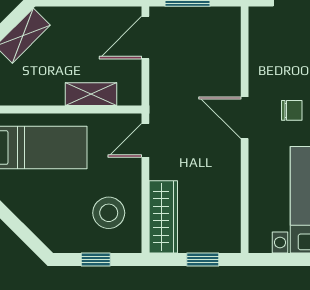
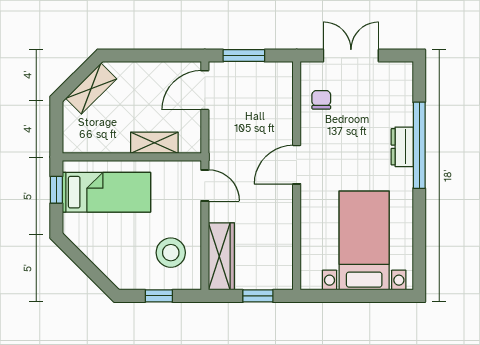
chair: (292, 110) -> (321, 100), moved, turned -90
door: (245, 118) -> (297, 165), hinge flipped
door: (145, 140) -> (205, 185), swing flipped

